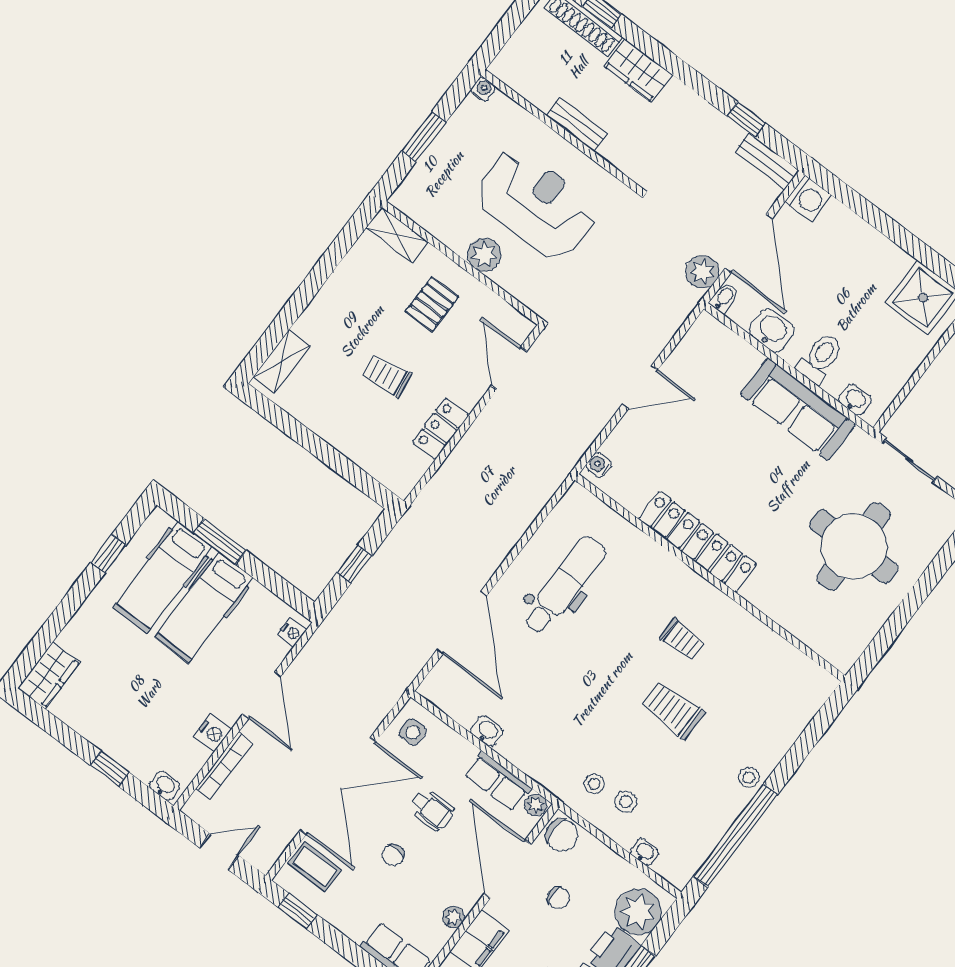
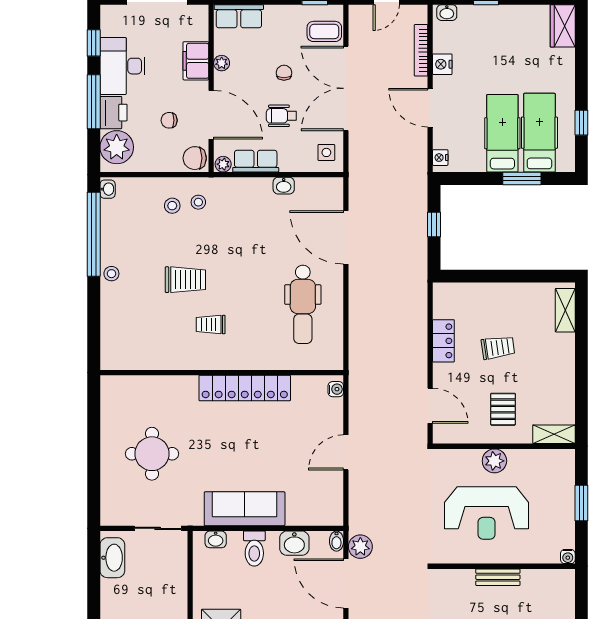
round table: (854, 546) -> (152, 454), width x0.73, depth x0.73
washbasin: (645, 852) -> (108, 189), moved, turned -90

